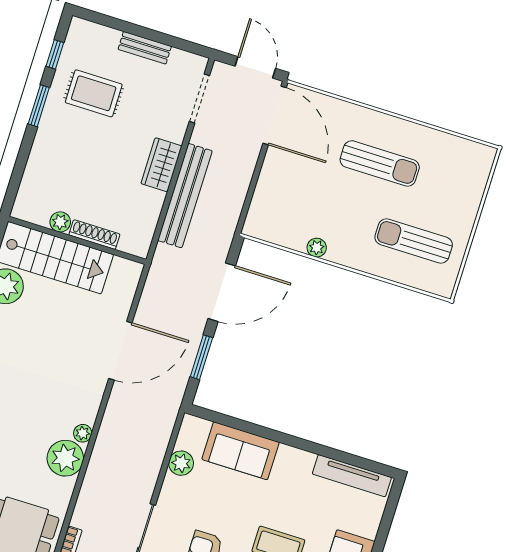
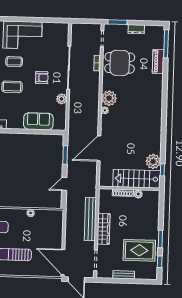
rug: (94, 93) -> (139, 250), width x1.36, depth x1.43
wardrobe: (161, 165) -> (103, 229), width x1.50
door: (222, 292) -> (64, 184), width x0.53
plant: (181, 463) -> (62, 99), moved

